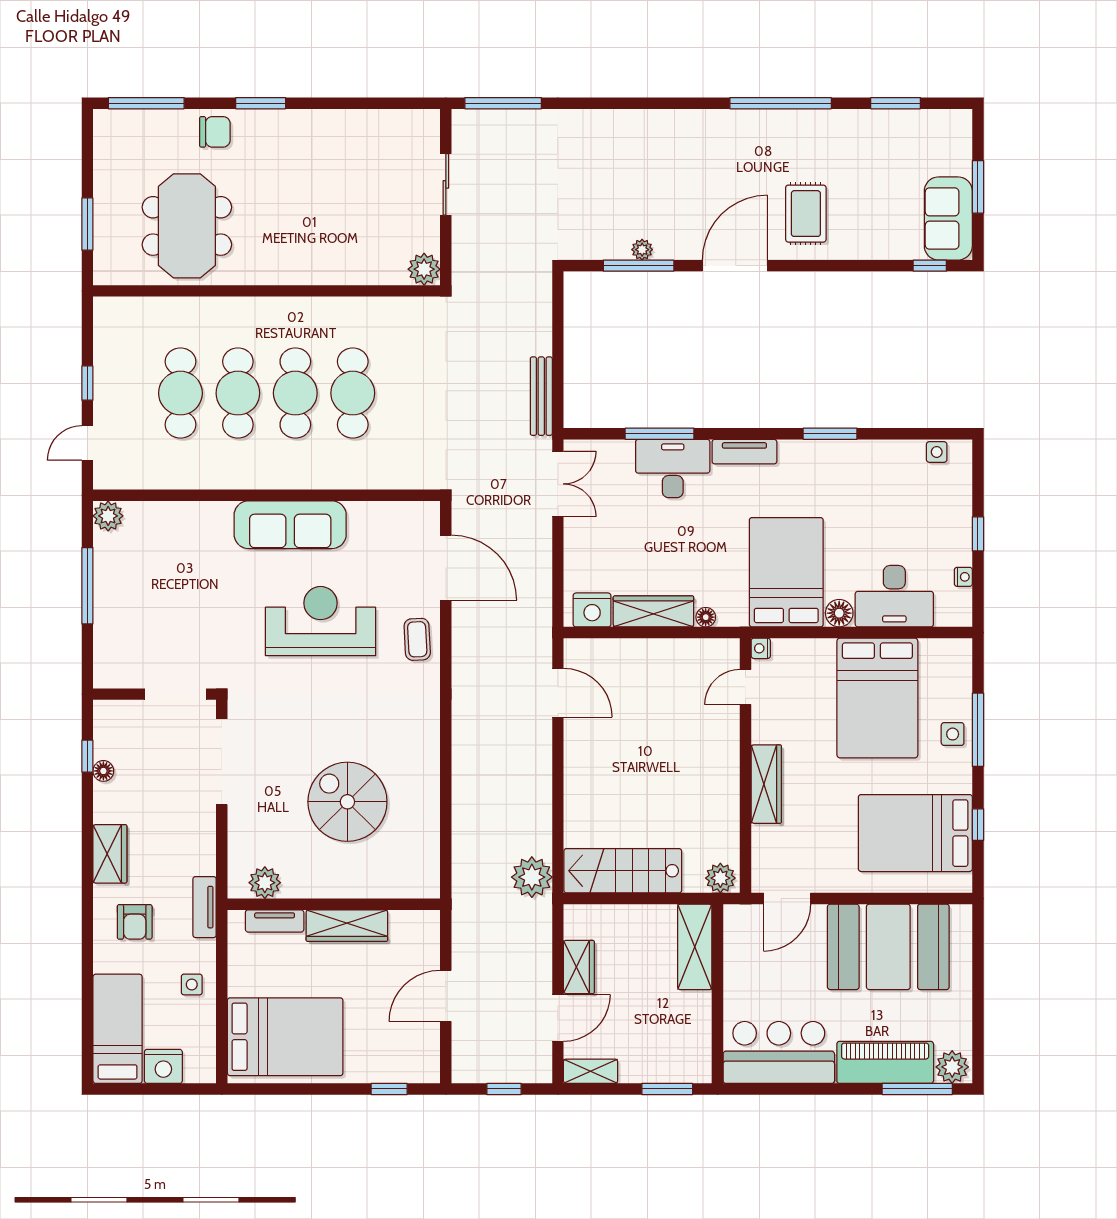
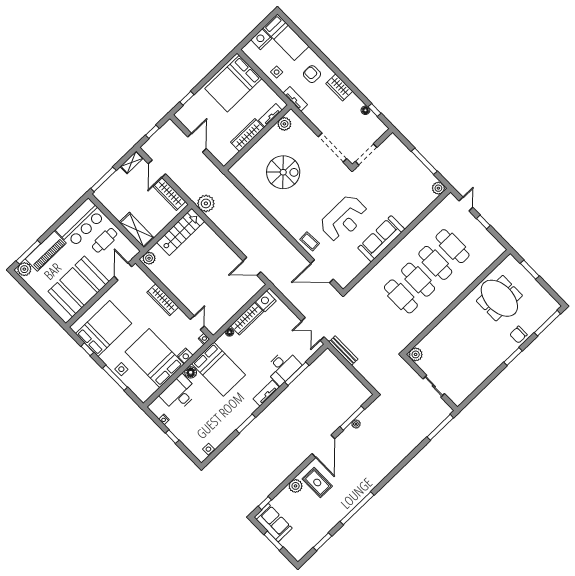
plant: (849, 244) -> (296, 486), added
nightstand: (821, 651) -> (185, 356), added
wardrobe: (579, 967) -> (169, 194), width x1.50
cafe table: (767, 983) -> (105, 240), added
window: (667, 1089) -> (103, 179), width x1.44

